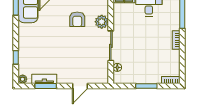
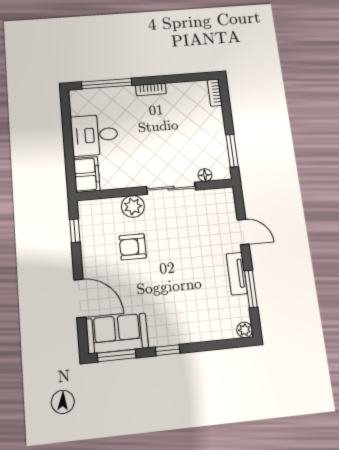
armchair: (77, 19) -> (133, 247), turned 180
window: (16, 57) -> (168, 350), moved
tv unit: (44, 79) -> (237, 274), moved
window: (146, 86) -> (232, 151), moved

